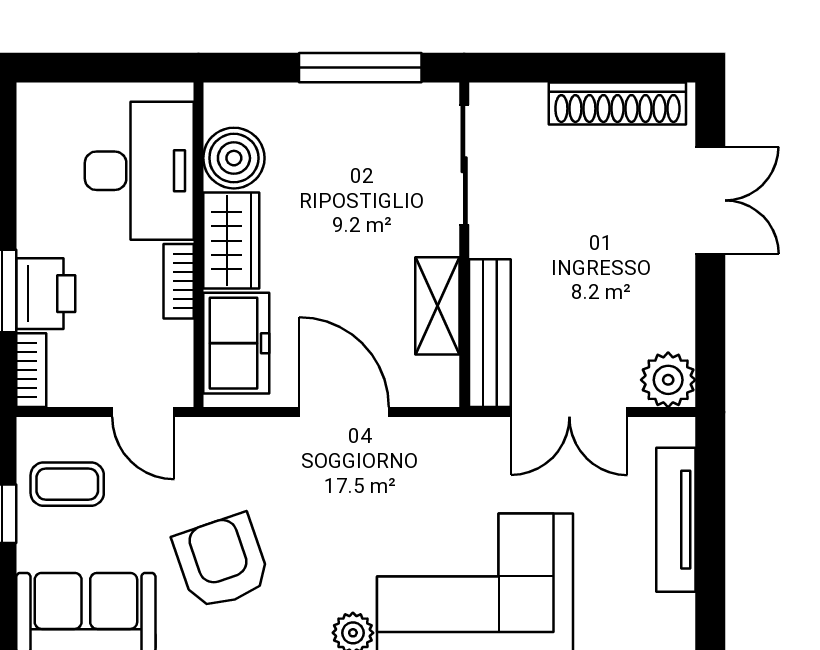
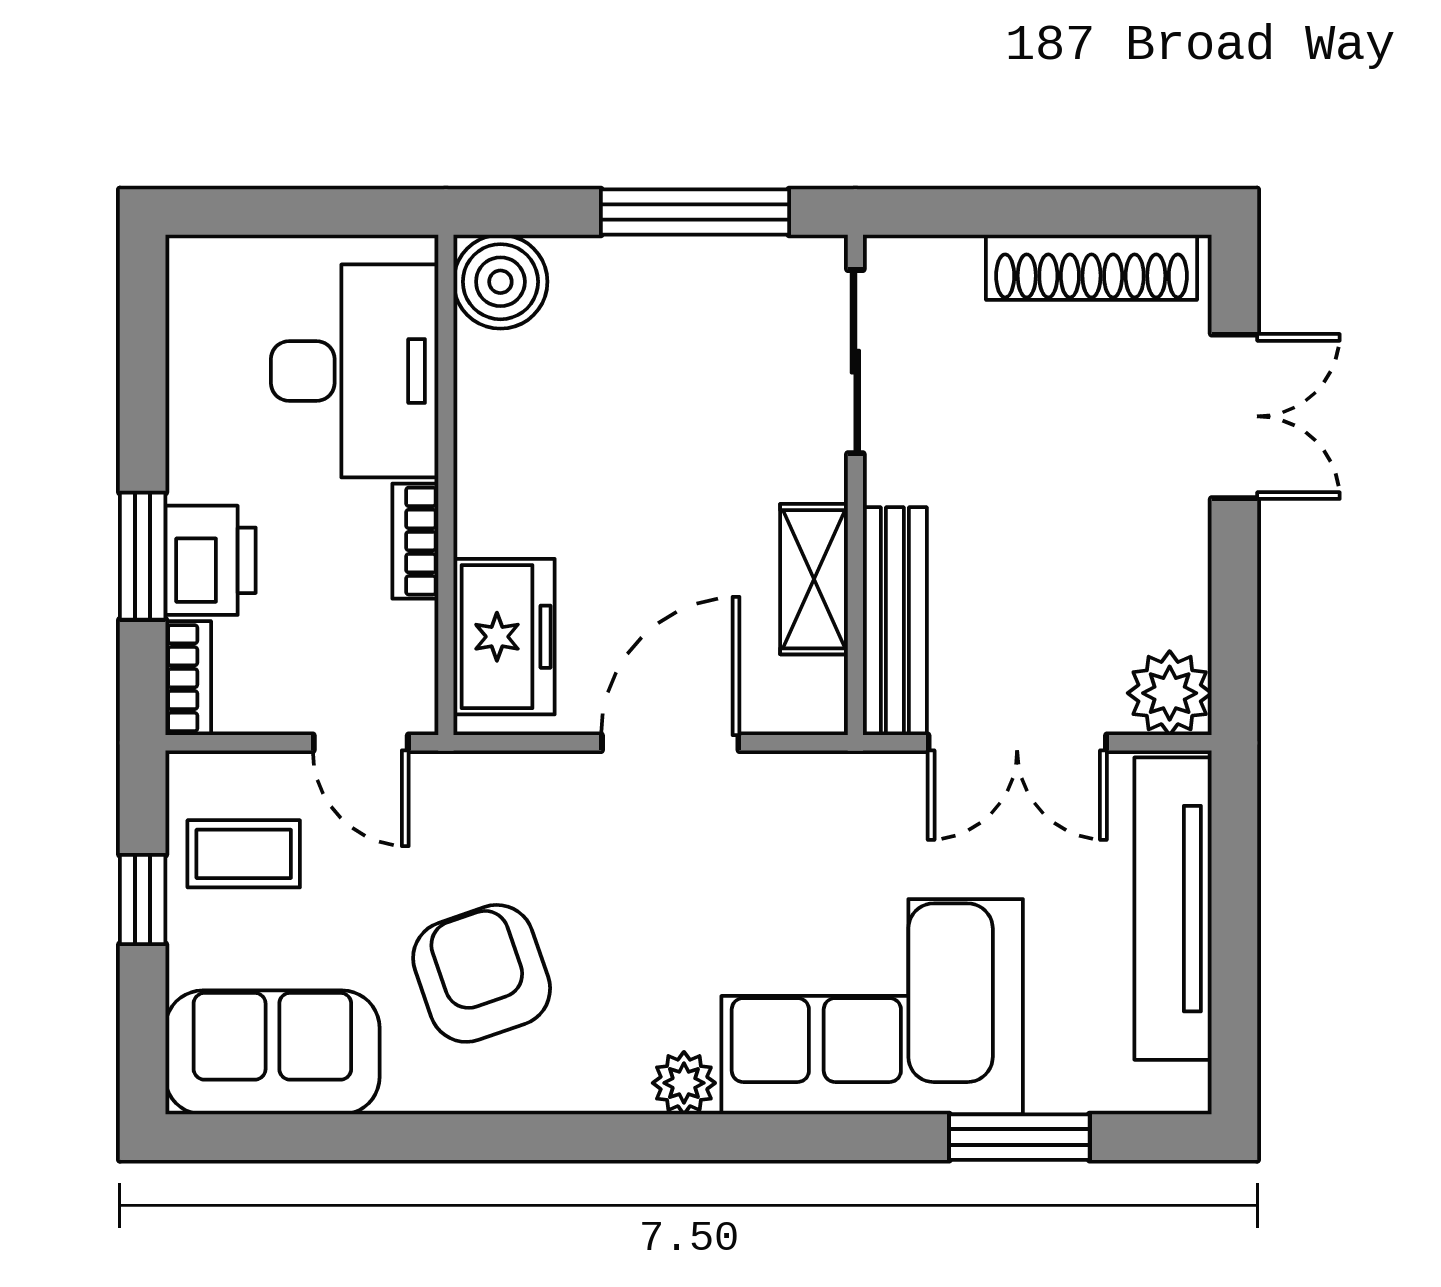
boiler: (234, 158) -> (500, 282), moved
wardrobe: (231, 241) -> (496, 479), removed
door: (344, 412) -> (670, 743), hinge flipped
tv unit: (676, 520) -> (1173, 909), width x1.36, depth x1.29

